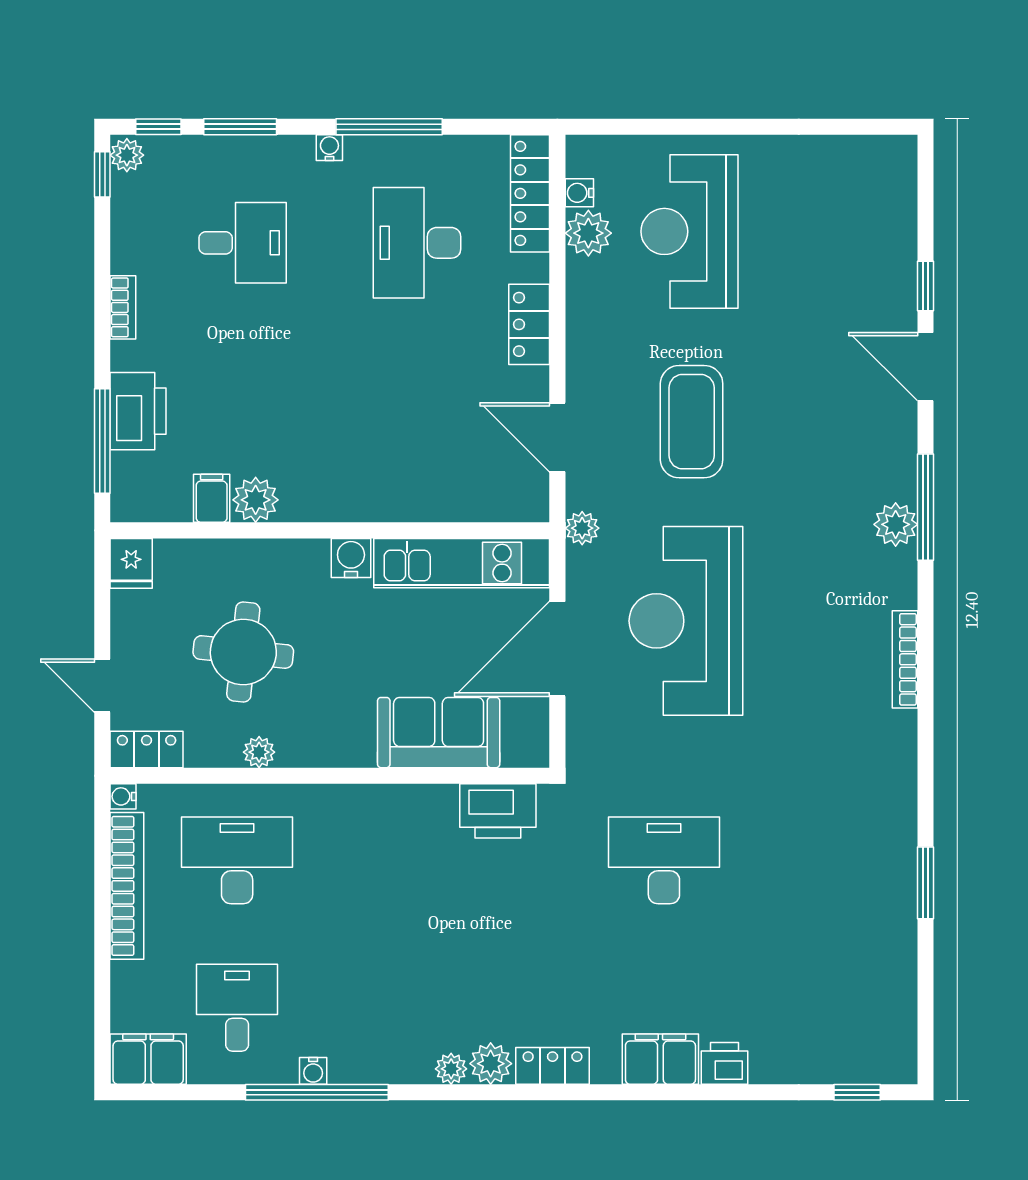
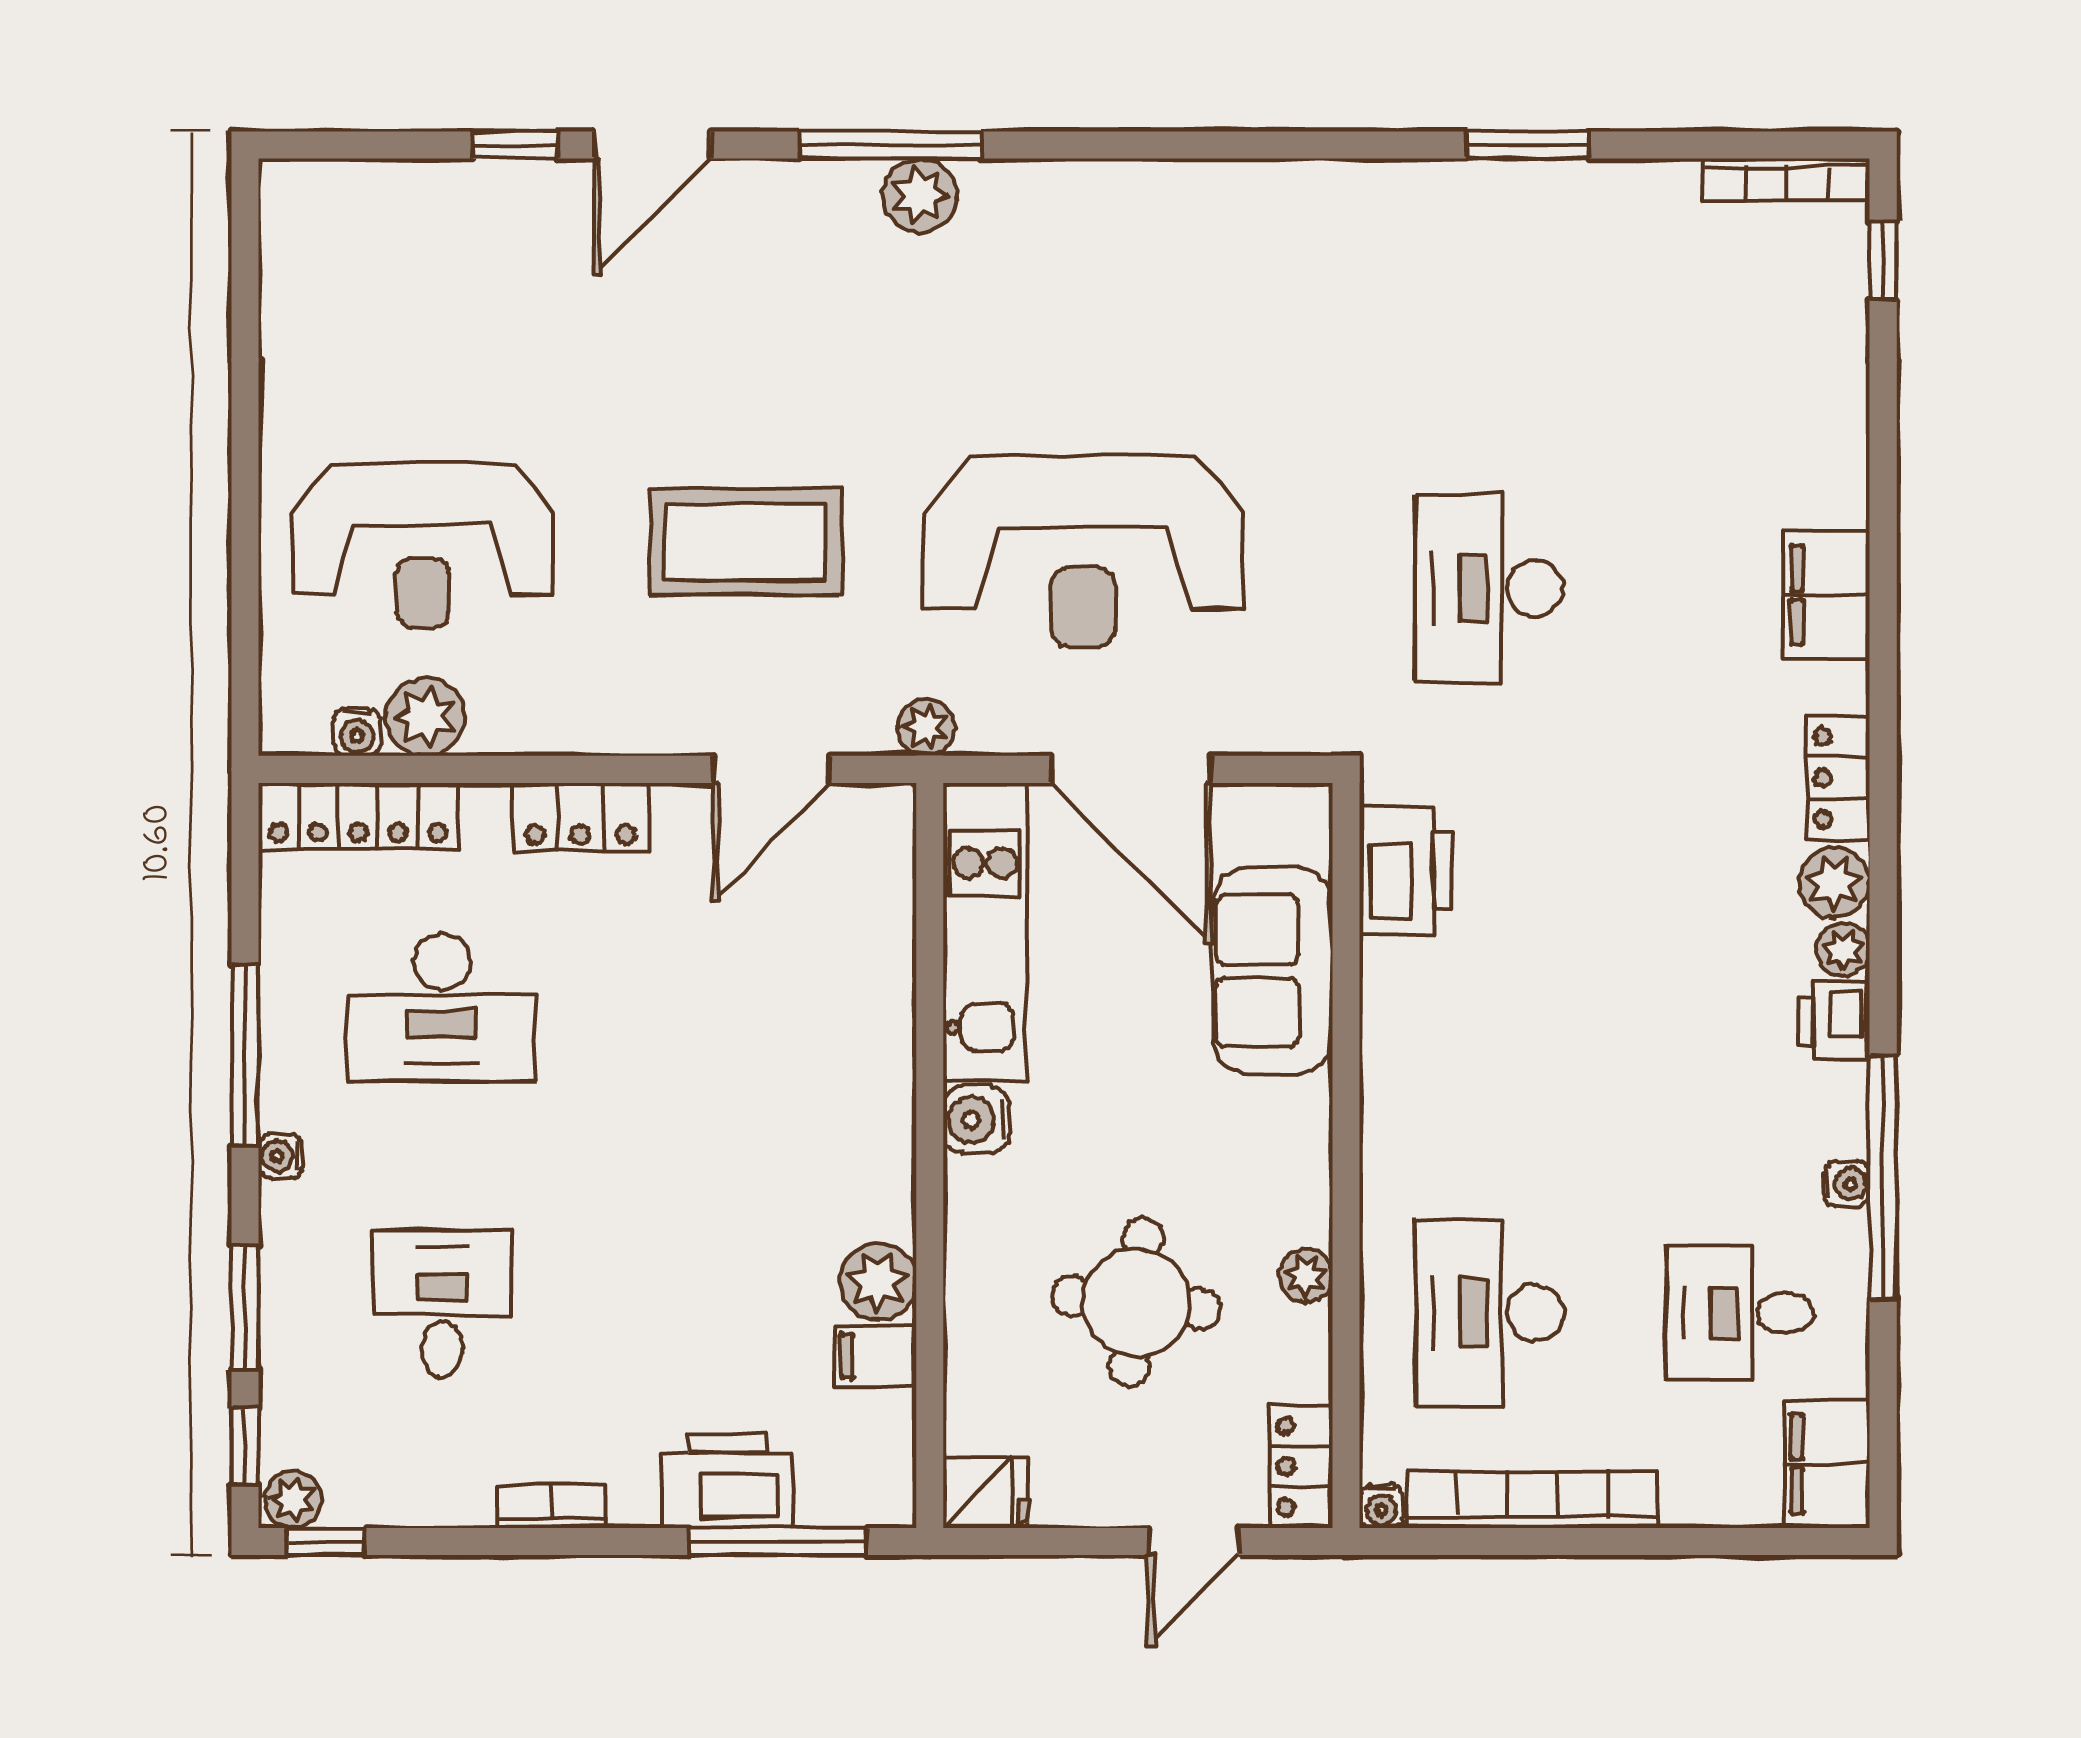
bookcase: (905, 659) -> (1787, 180), moved
printer: (725, 1063) -> (1834, 1021), moved

